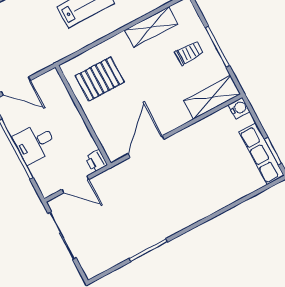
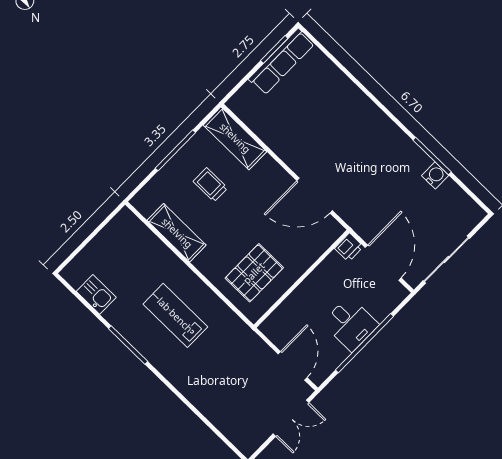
trolley: (189, 53) -> (210, 185), moved
pallet: (100, 79) -> (254, 273), turned 90
water cooler: (239, 108) -> (435, 175), moved, turned 90
door: (75, 184) -> (383, 263), width x1.36

